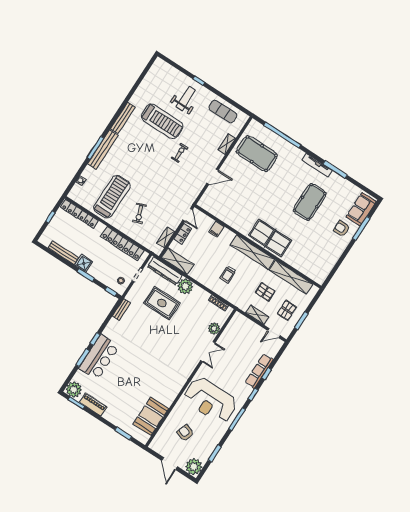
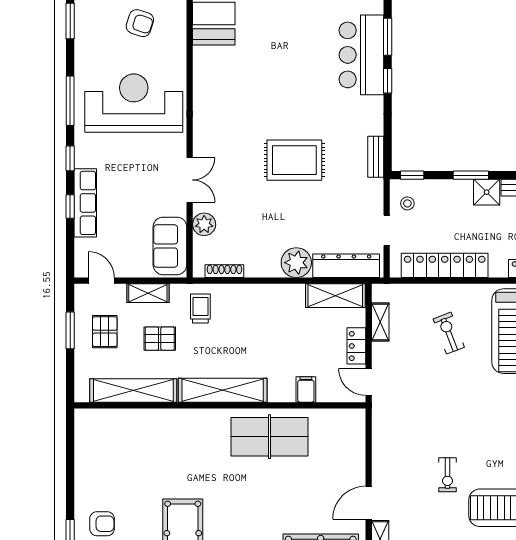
door: (212, 177) -> (369, 503), moved
table tennis table: (270, 238) -> (270, 437), moved
trolley: (228, 275) -> (200, 308), moved
rug: (162, 303) -> (294, 160), moved
sofa: (235, 329) -> (170, 246), added
door: (274, 333) -> (101, 281), hinge flipped
double door: (208, 352) -> (190, 180), swing flipped

